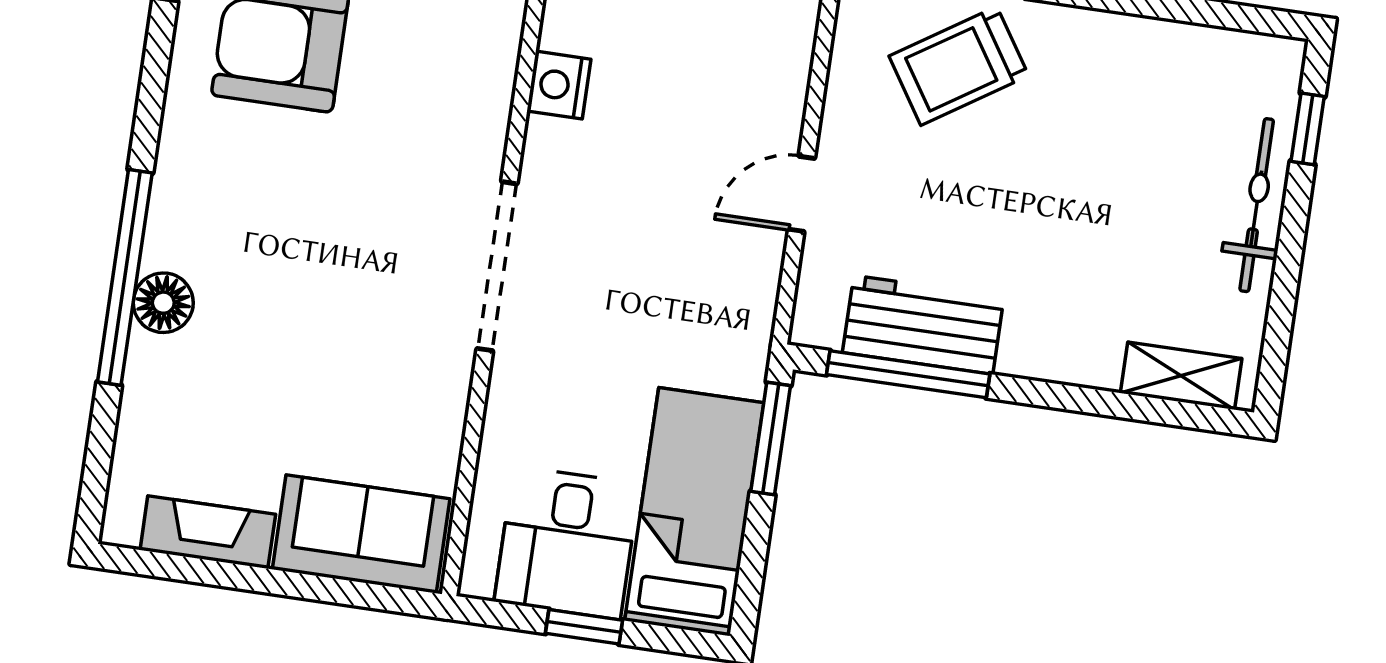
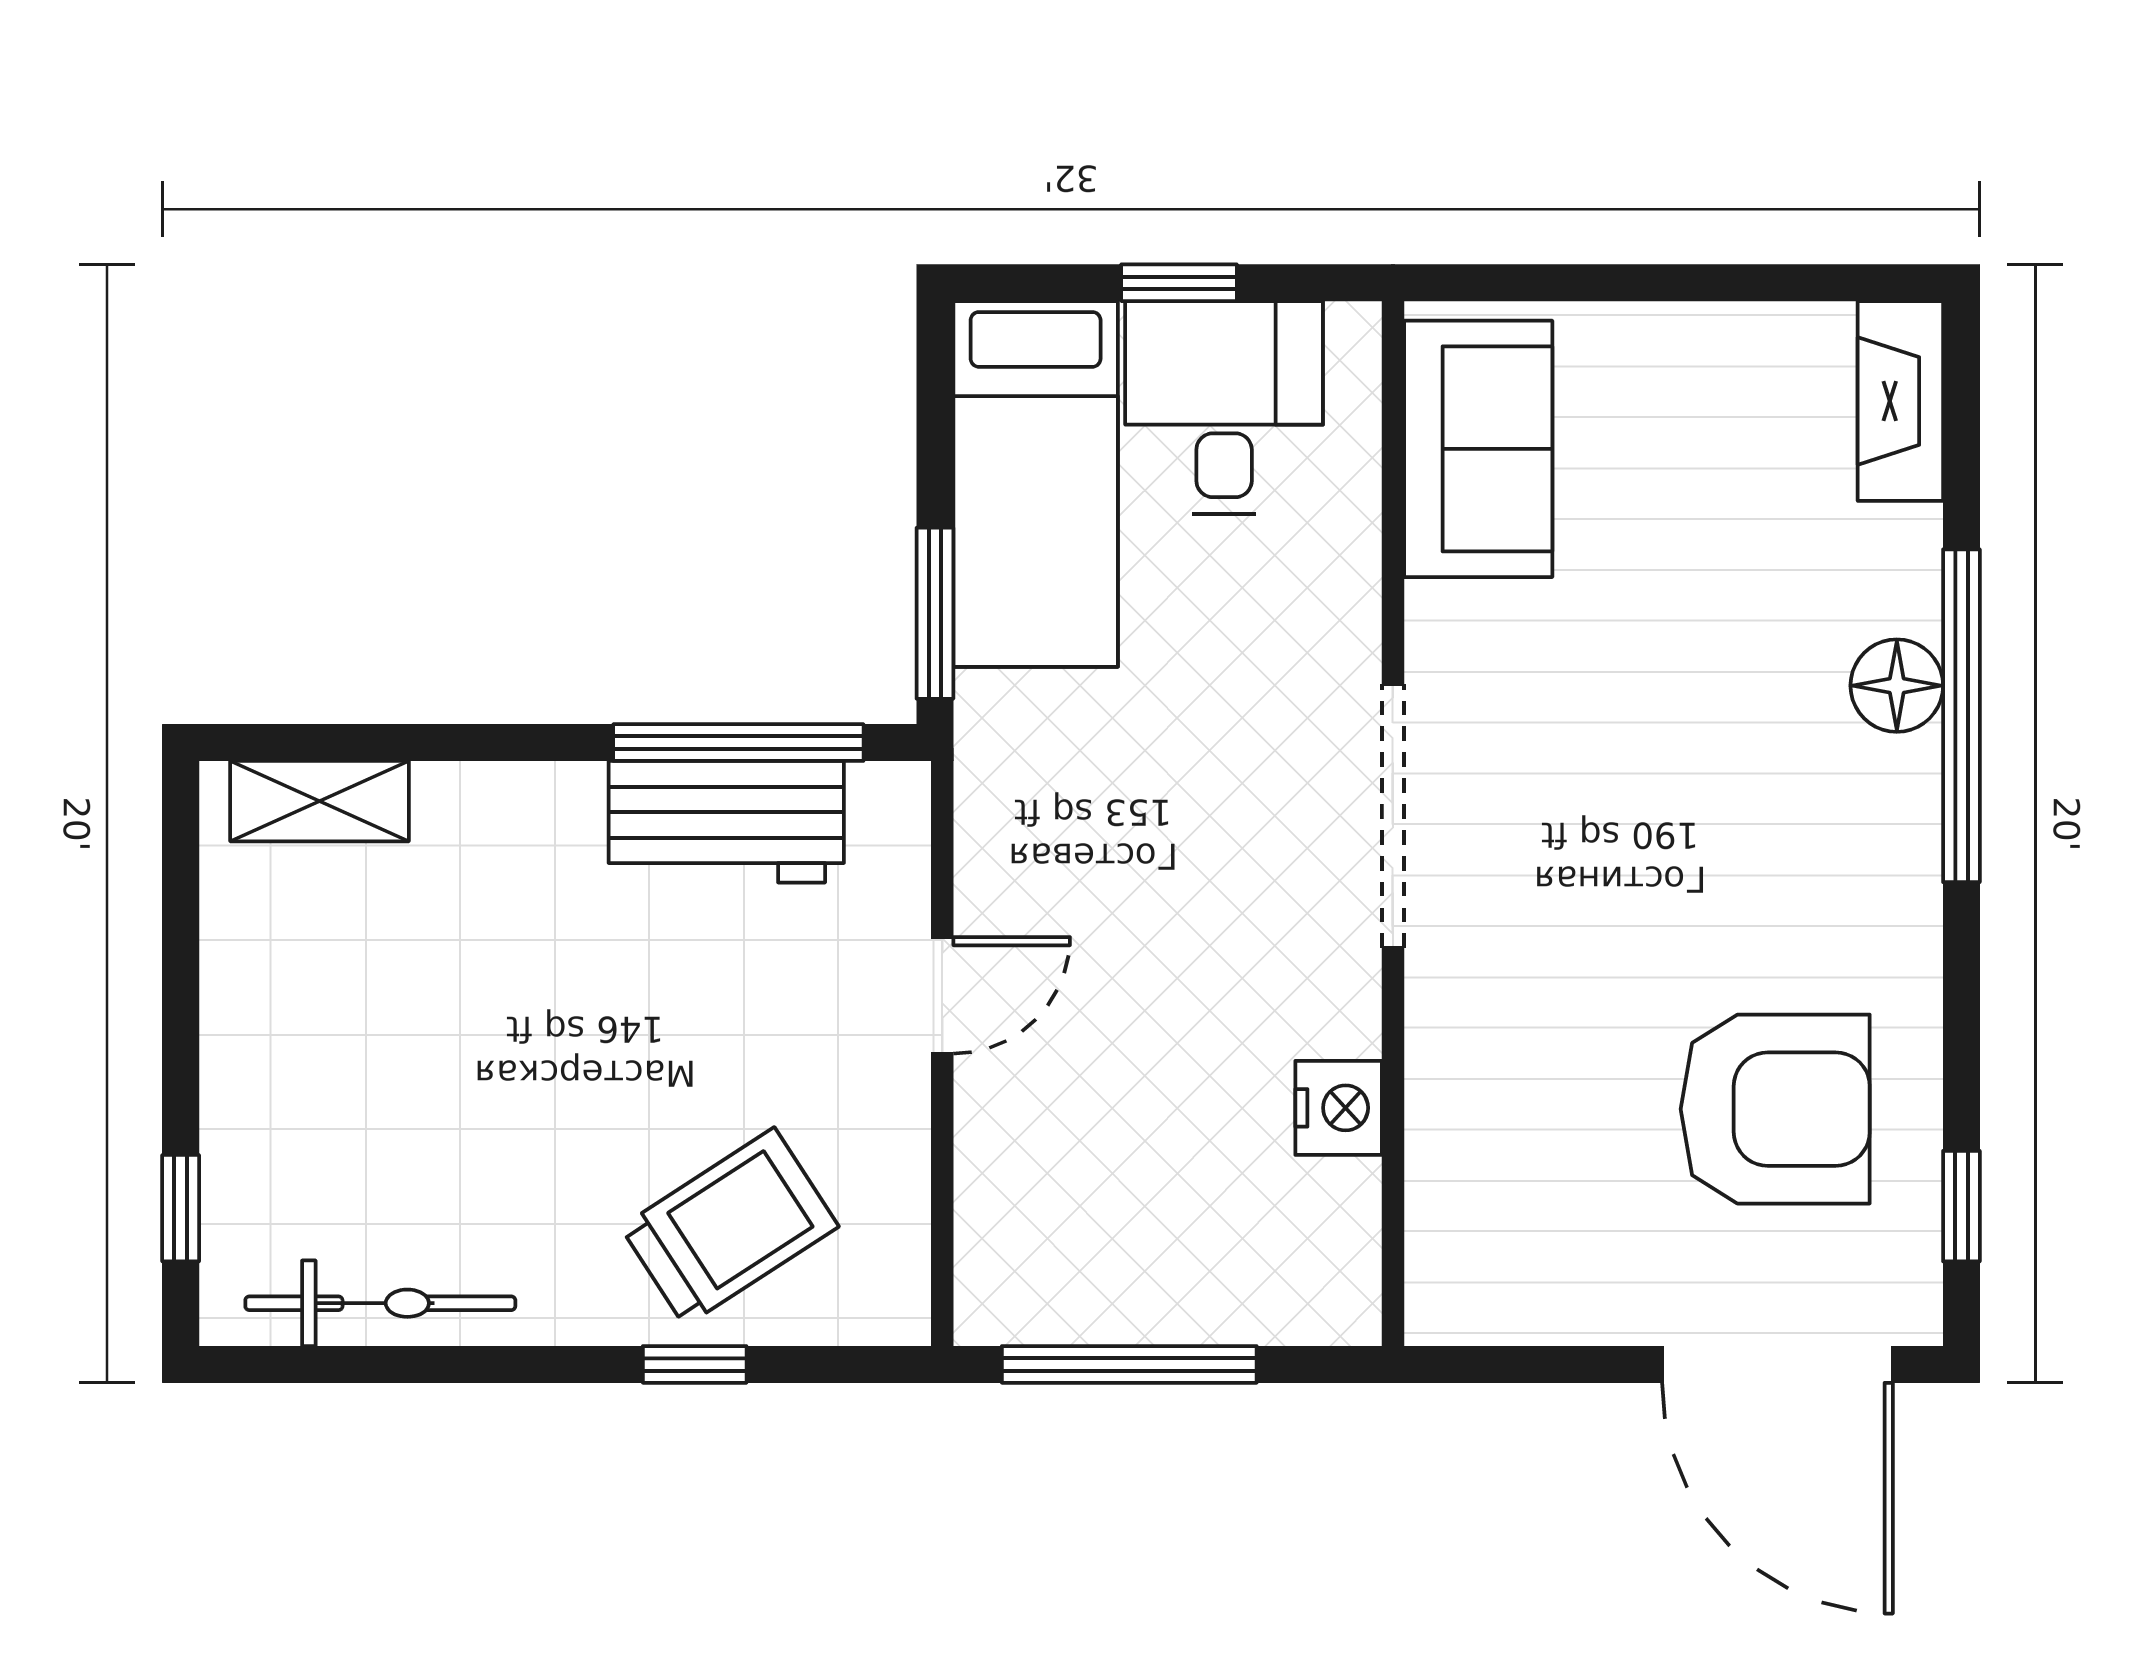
bicycle: (1257, 205) -> (380, 1303), moved, turned -90
fireplace: (208, 532) -> (1900, 401), moved, turned 90
sofa: (361, 534) -> (1478, 449), moved, turned -90

